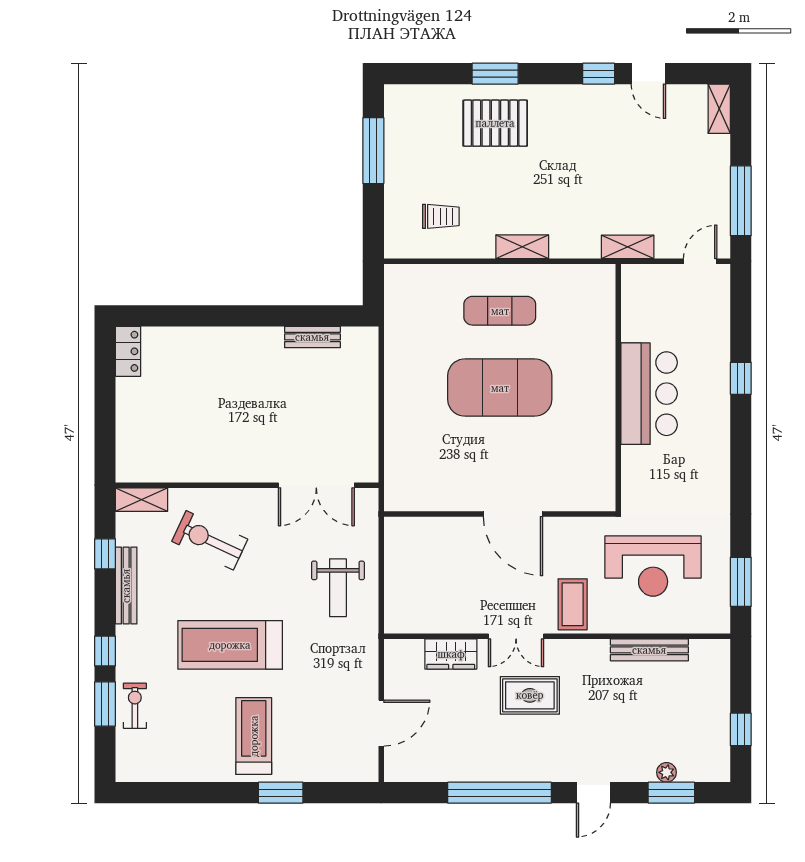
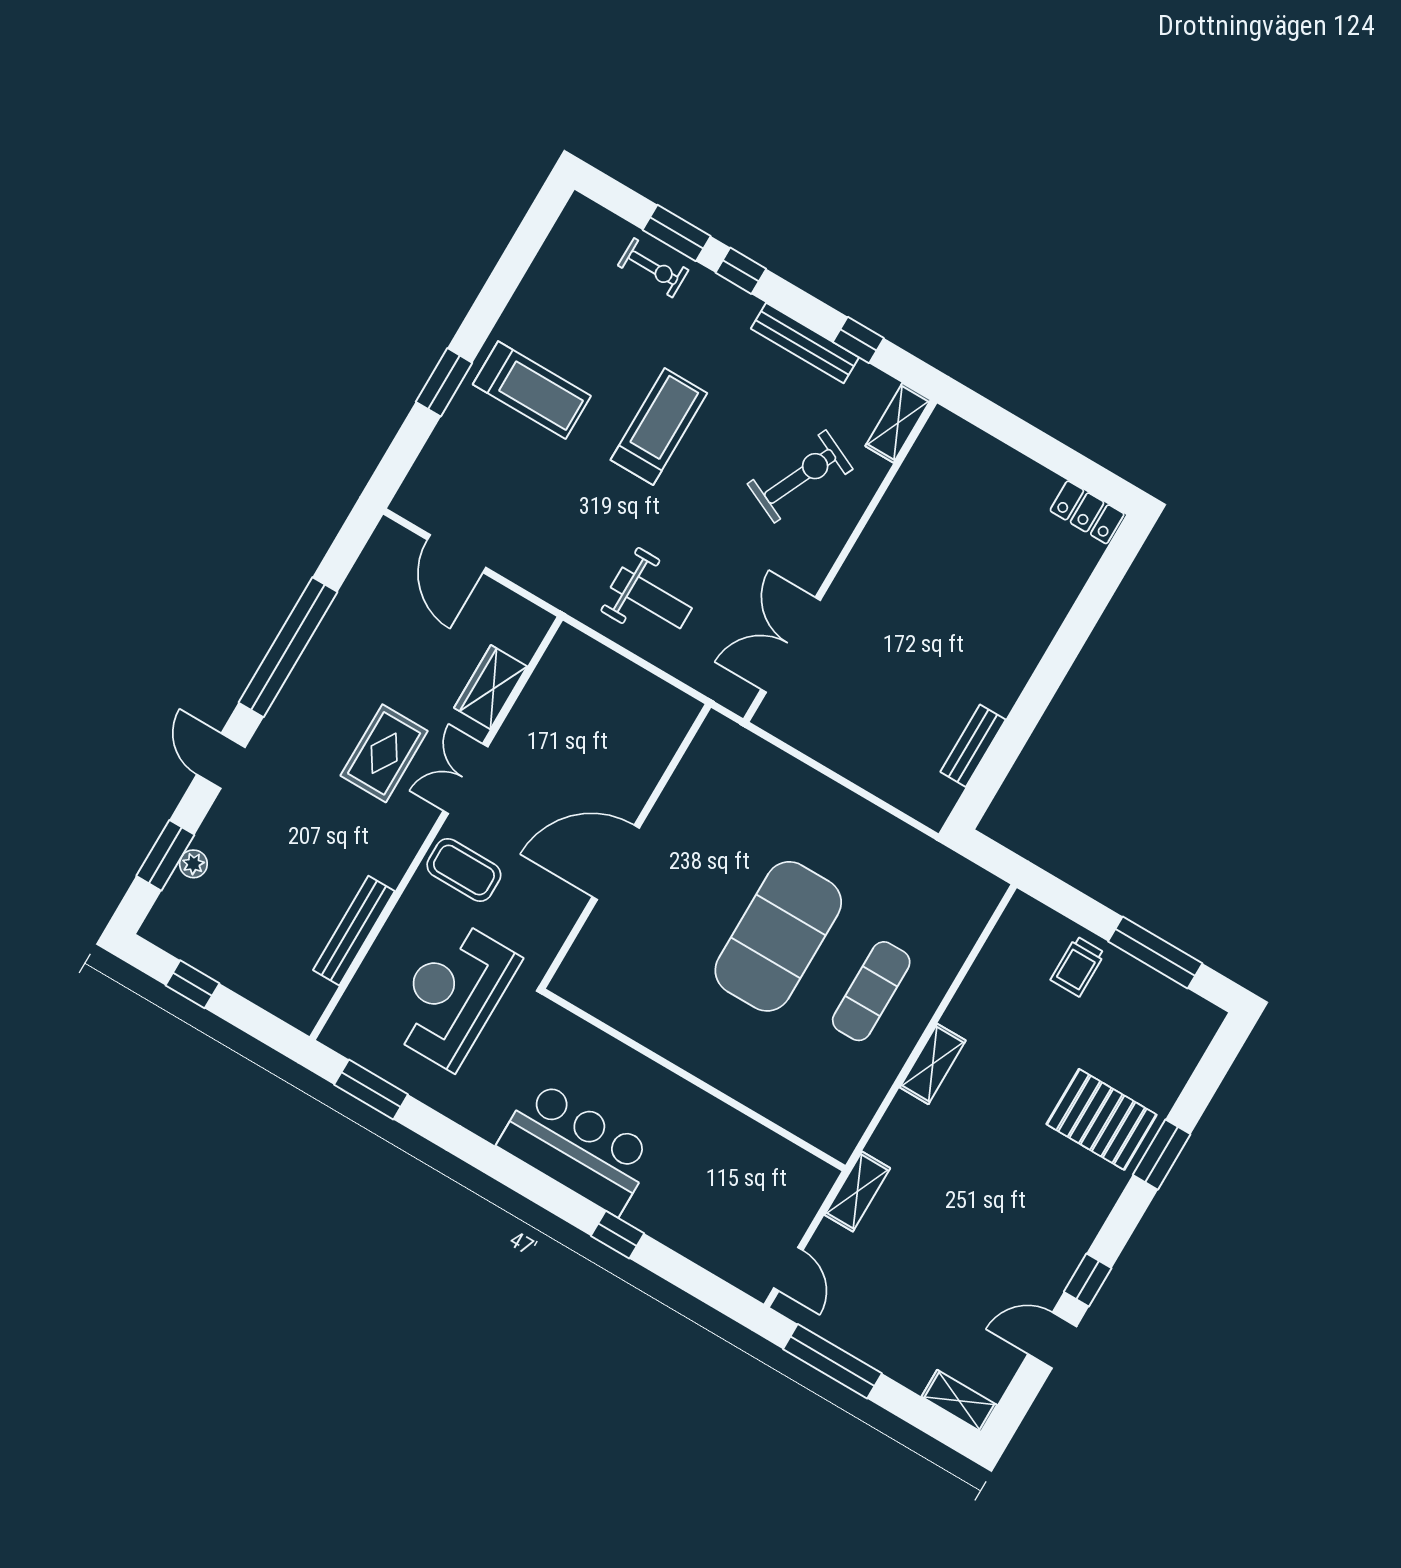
pallet: (495, 123) -> (1102, 1119), turned 90
trolley: (441, 216) -> (1078, 966), moved
bar counter: (649, 394) -> (577, 1148), moved, turned 180
weight bench: (338, 588) -> (651, 598), turned 180
treadmill: (230, 645) -> (659, 427), width x0.73, depth x0.73

